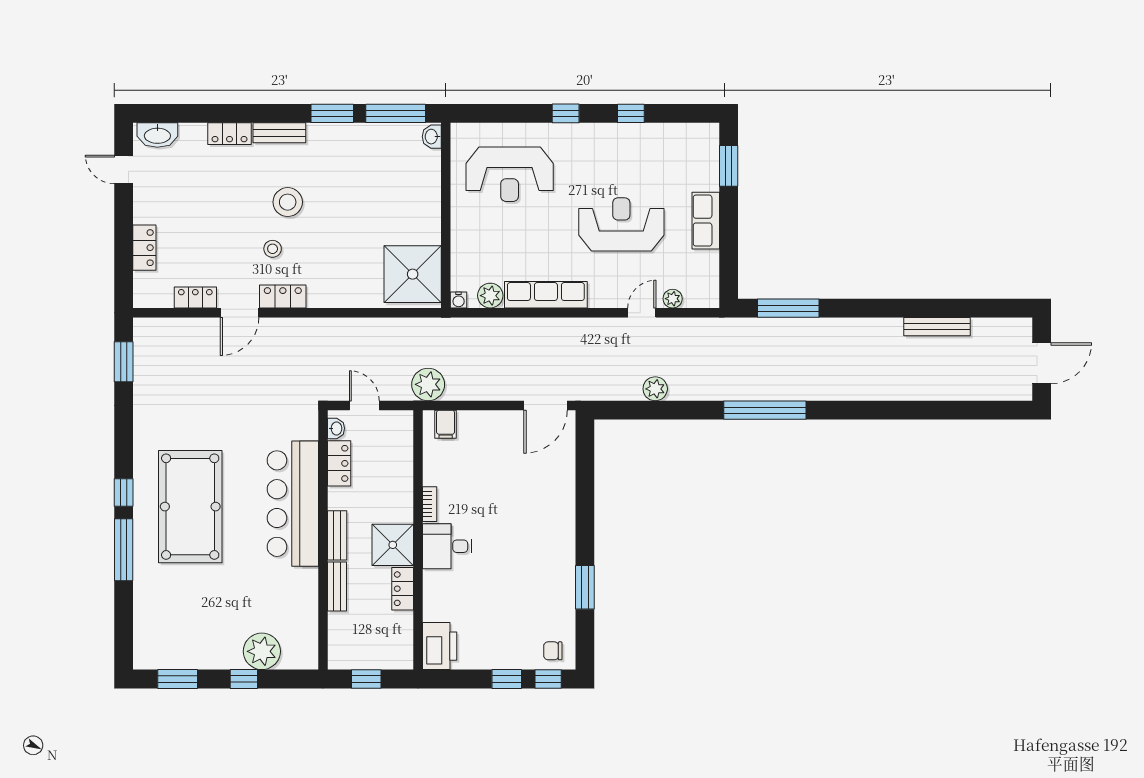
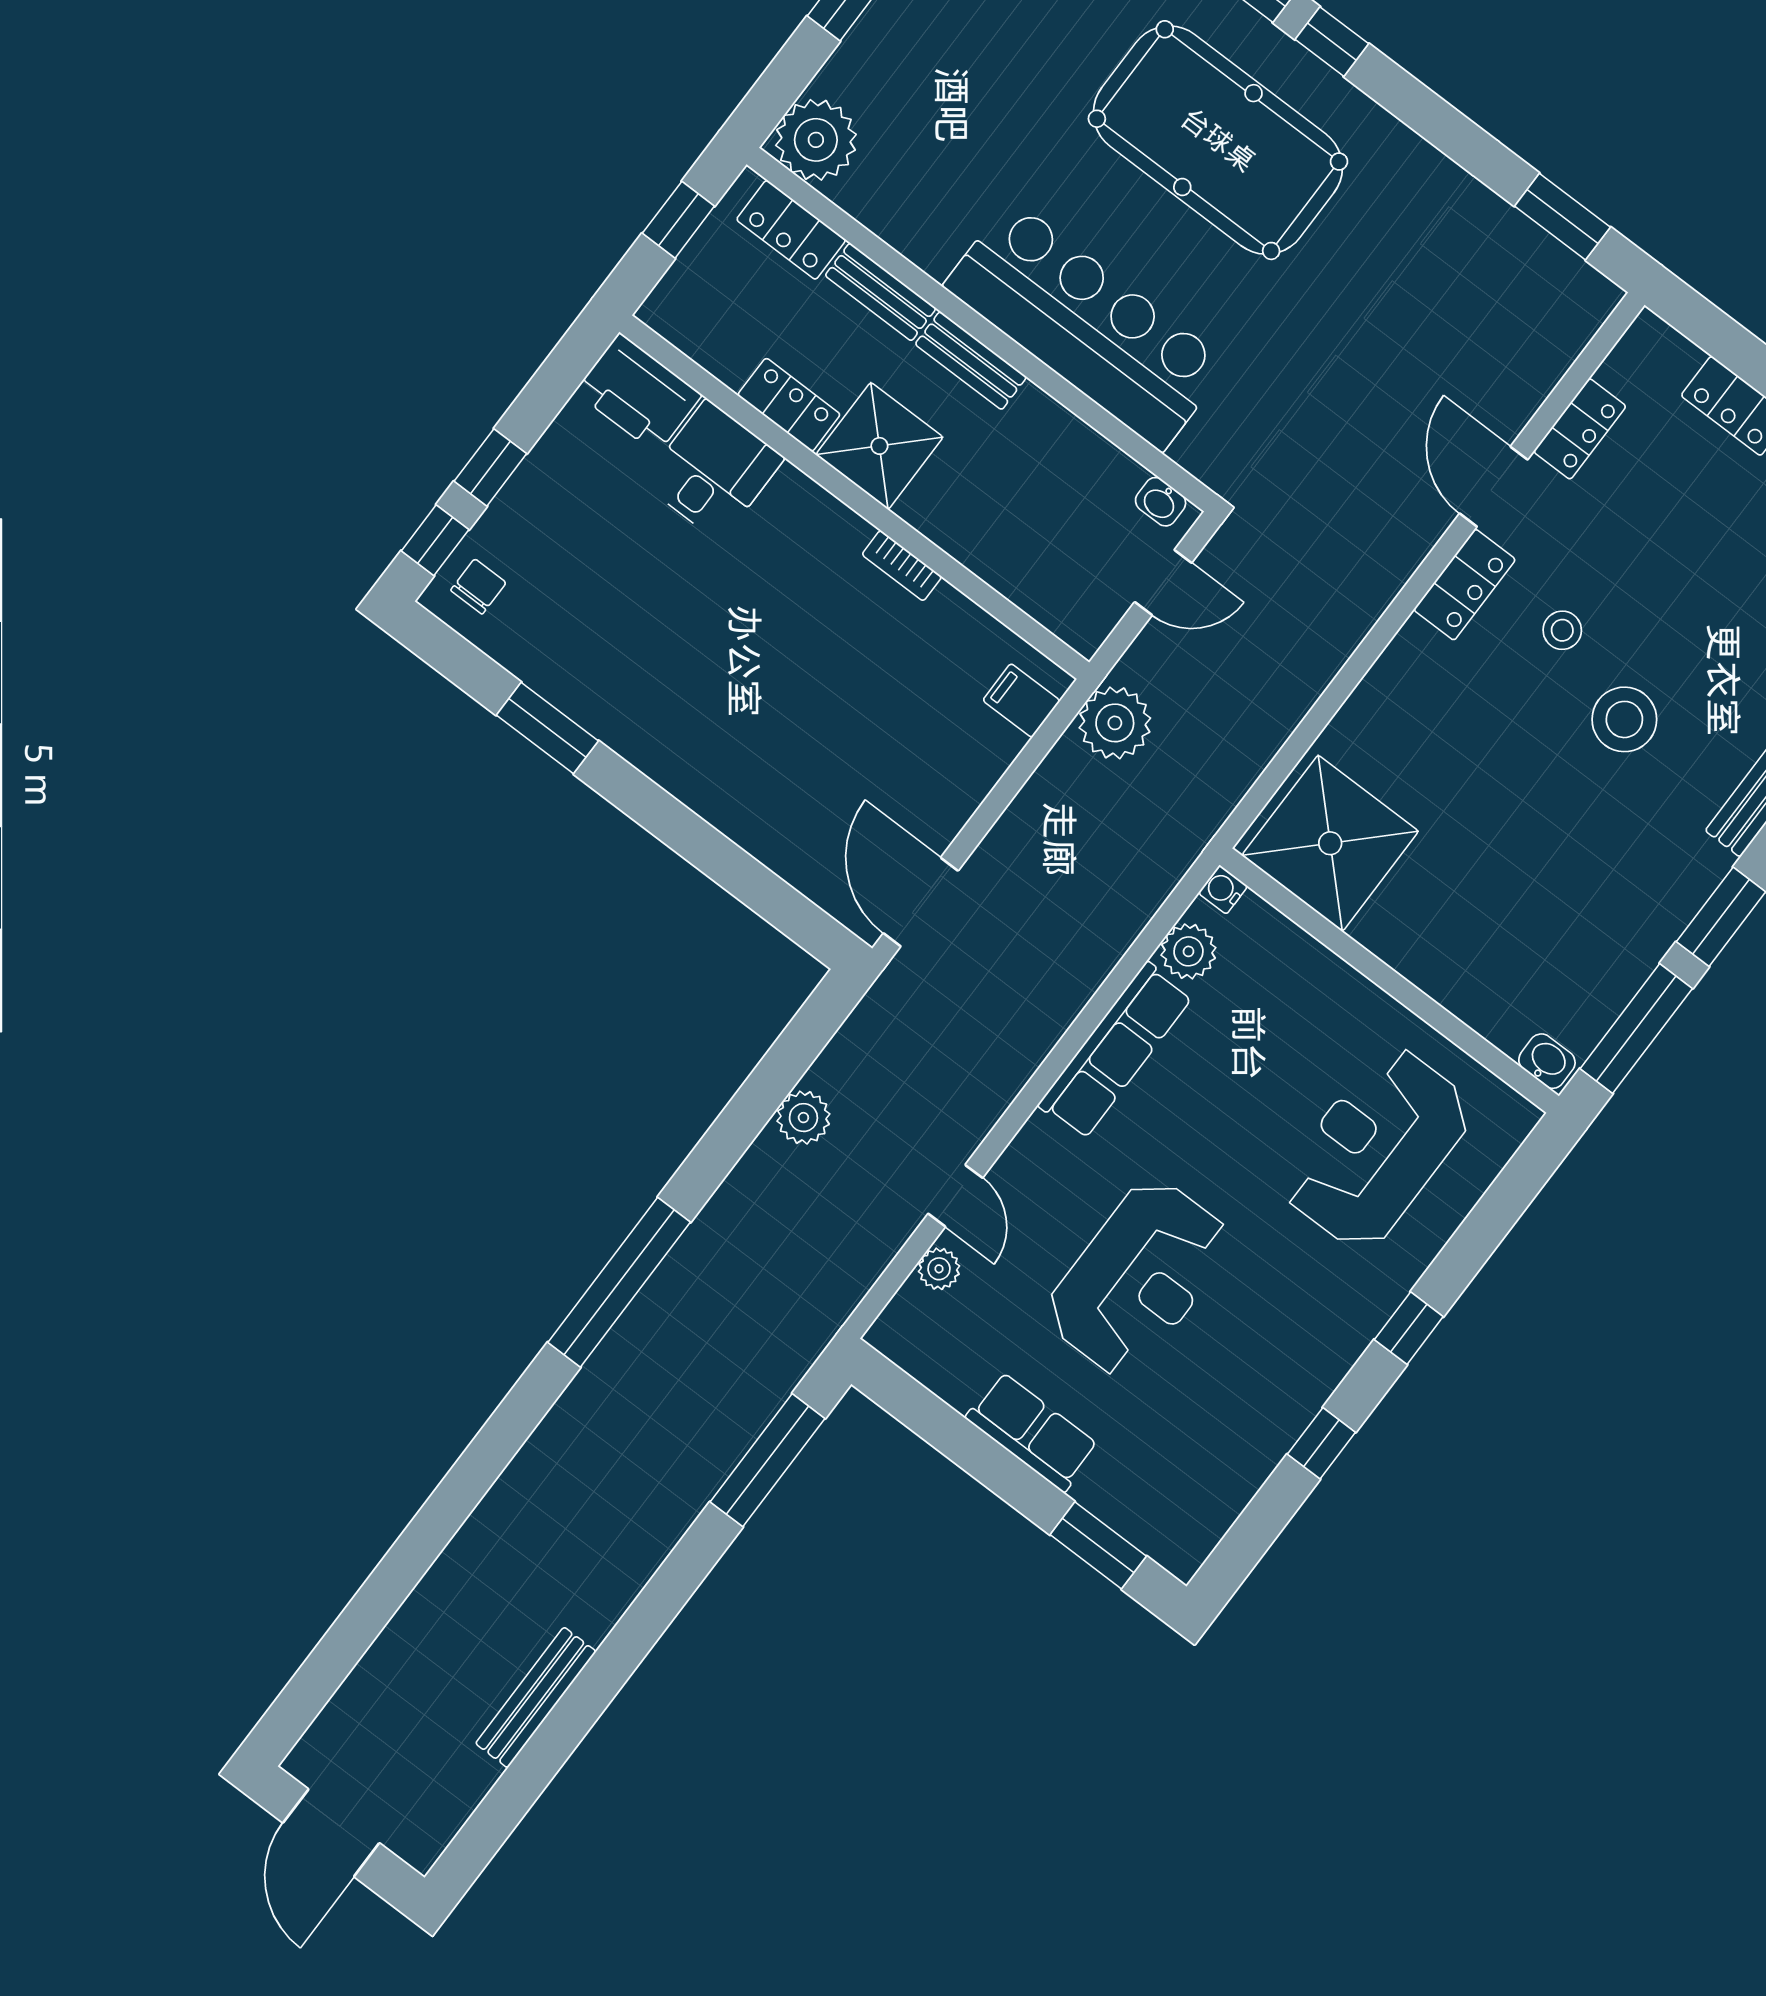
locker: (339, 463) -> (791, 230), moved
desk: (447, 546) -> (713, 471), moved
plant: (262, 651) -> (816, 140), moved

